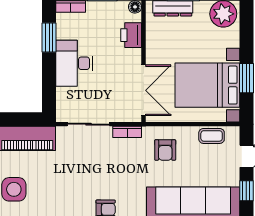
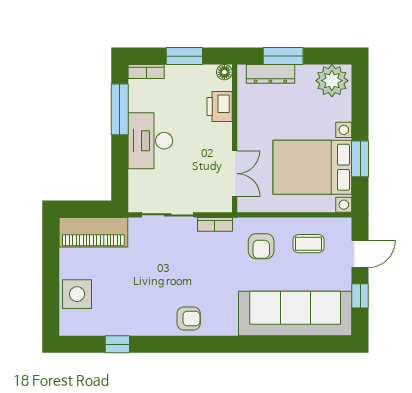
window: (49, 38) -> (120, 109), width x1.44
double door: (143, 90) -> (235, 174), width x0.73
coffee table: (212, 136) -> (309, 244), moved

